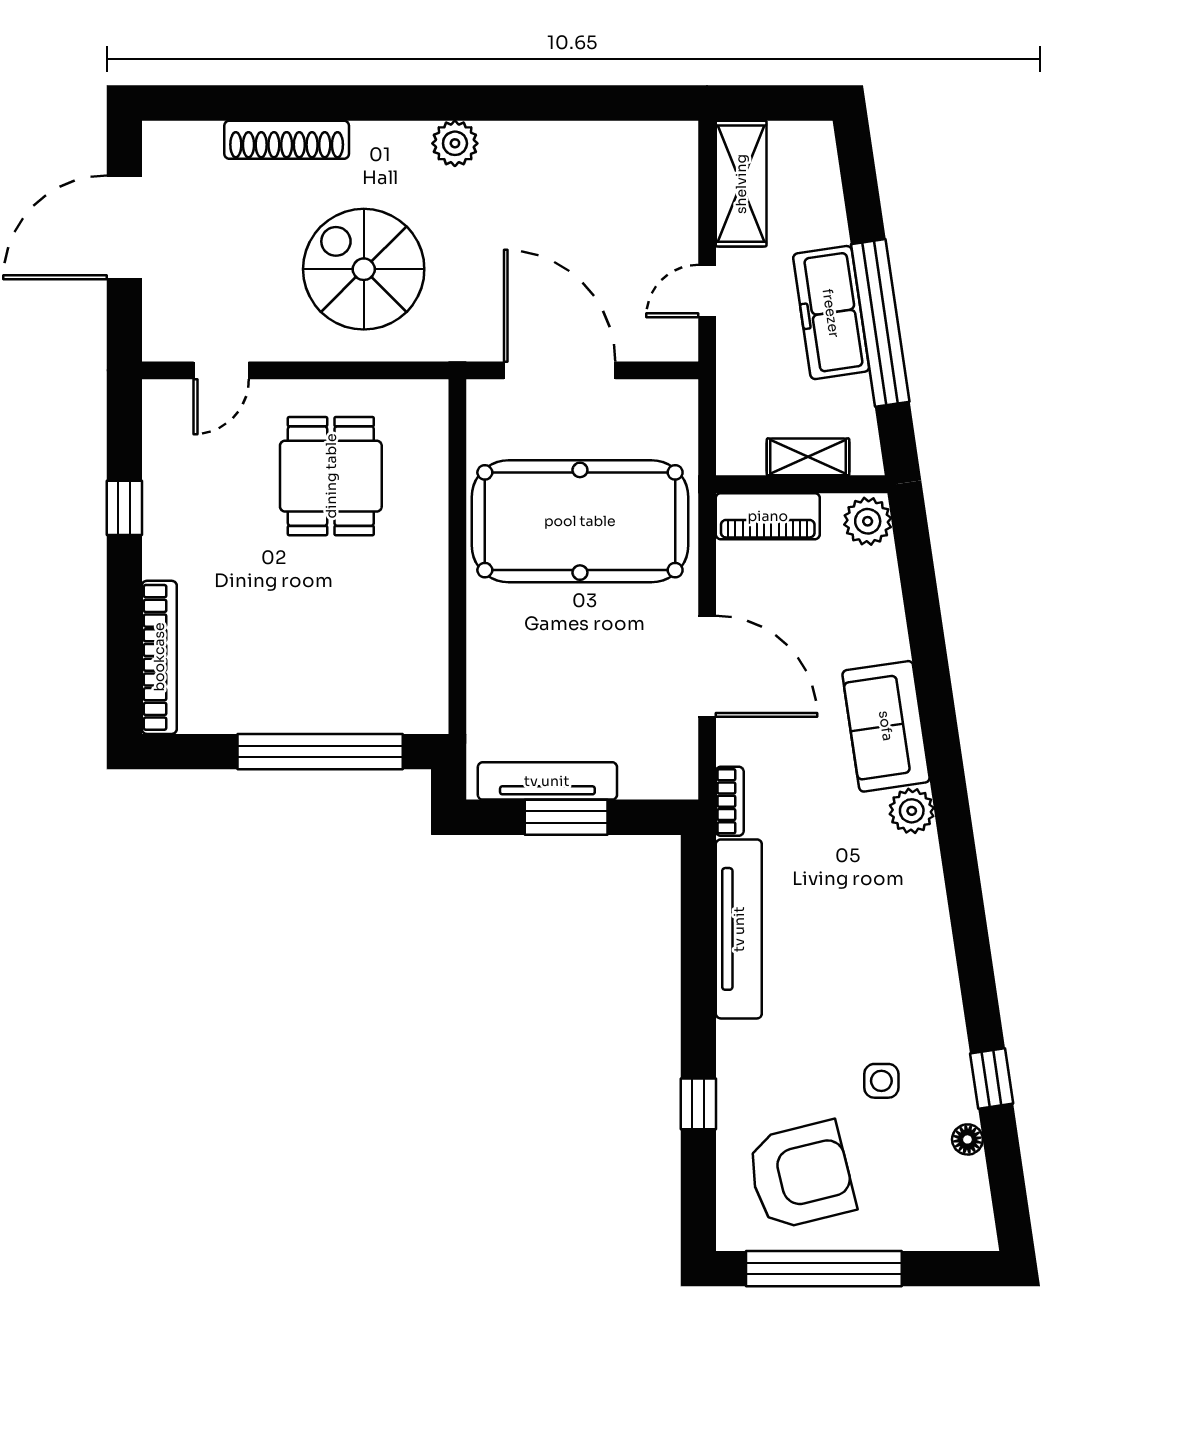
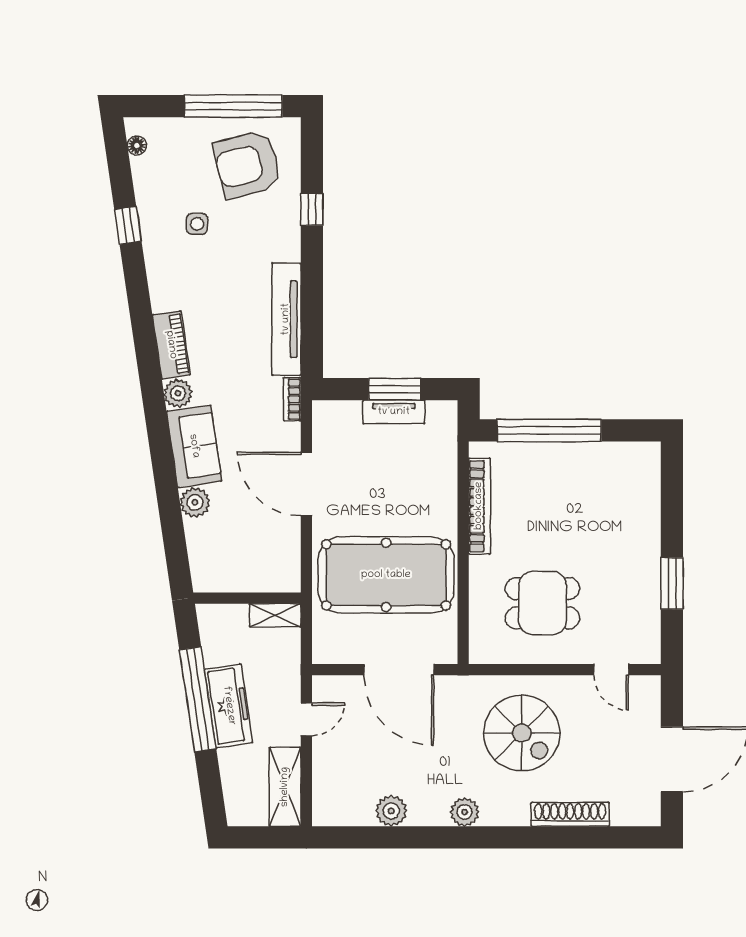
plant: (572, 145) -> (391, 811), added
door: (221, 370) -> (611, 670), swing flipped
shelving: (808, 457) -> (275, 615), moved
dining table: (331, 476) -> (542, 603), turned 90
window: (124, 508) -> (672, 583), width x1.50
piano: (768, 516) -> (171, 345), moved, turned 82
plant: (868, 521) -> (195, 502), moved
bookcase: (159, 657) -> (479, 506), moved, turned 180
tv unit: (547, 781) -> (394, 412), width x0.71
floor lamp: (967, 1139) -> (137, 145), moved

